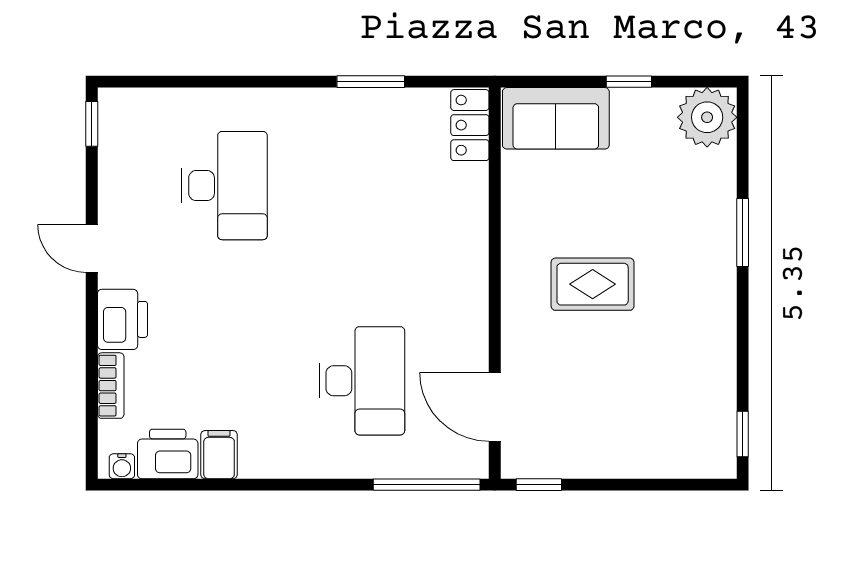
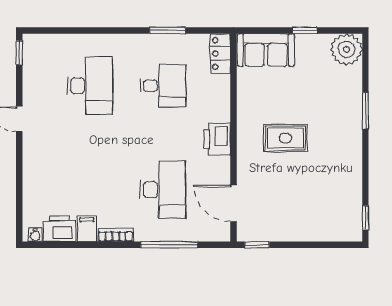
desk: (362, 186) -> (163, 86), added
printer: (123, 319) -> (217, 139), moved, turned 180
bookcase: (111, 386) -> (116, 235), moved, turned -90
window: (427, 485) -> (169, 245), moved

